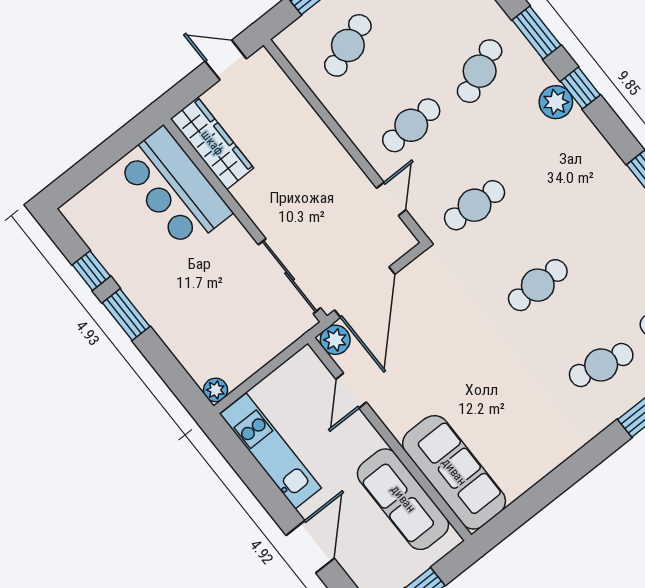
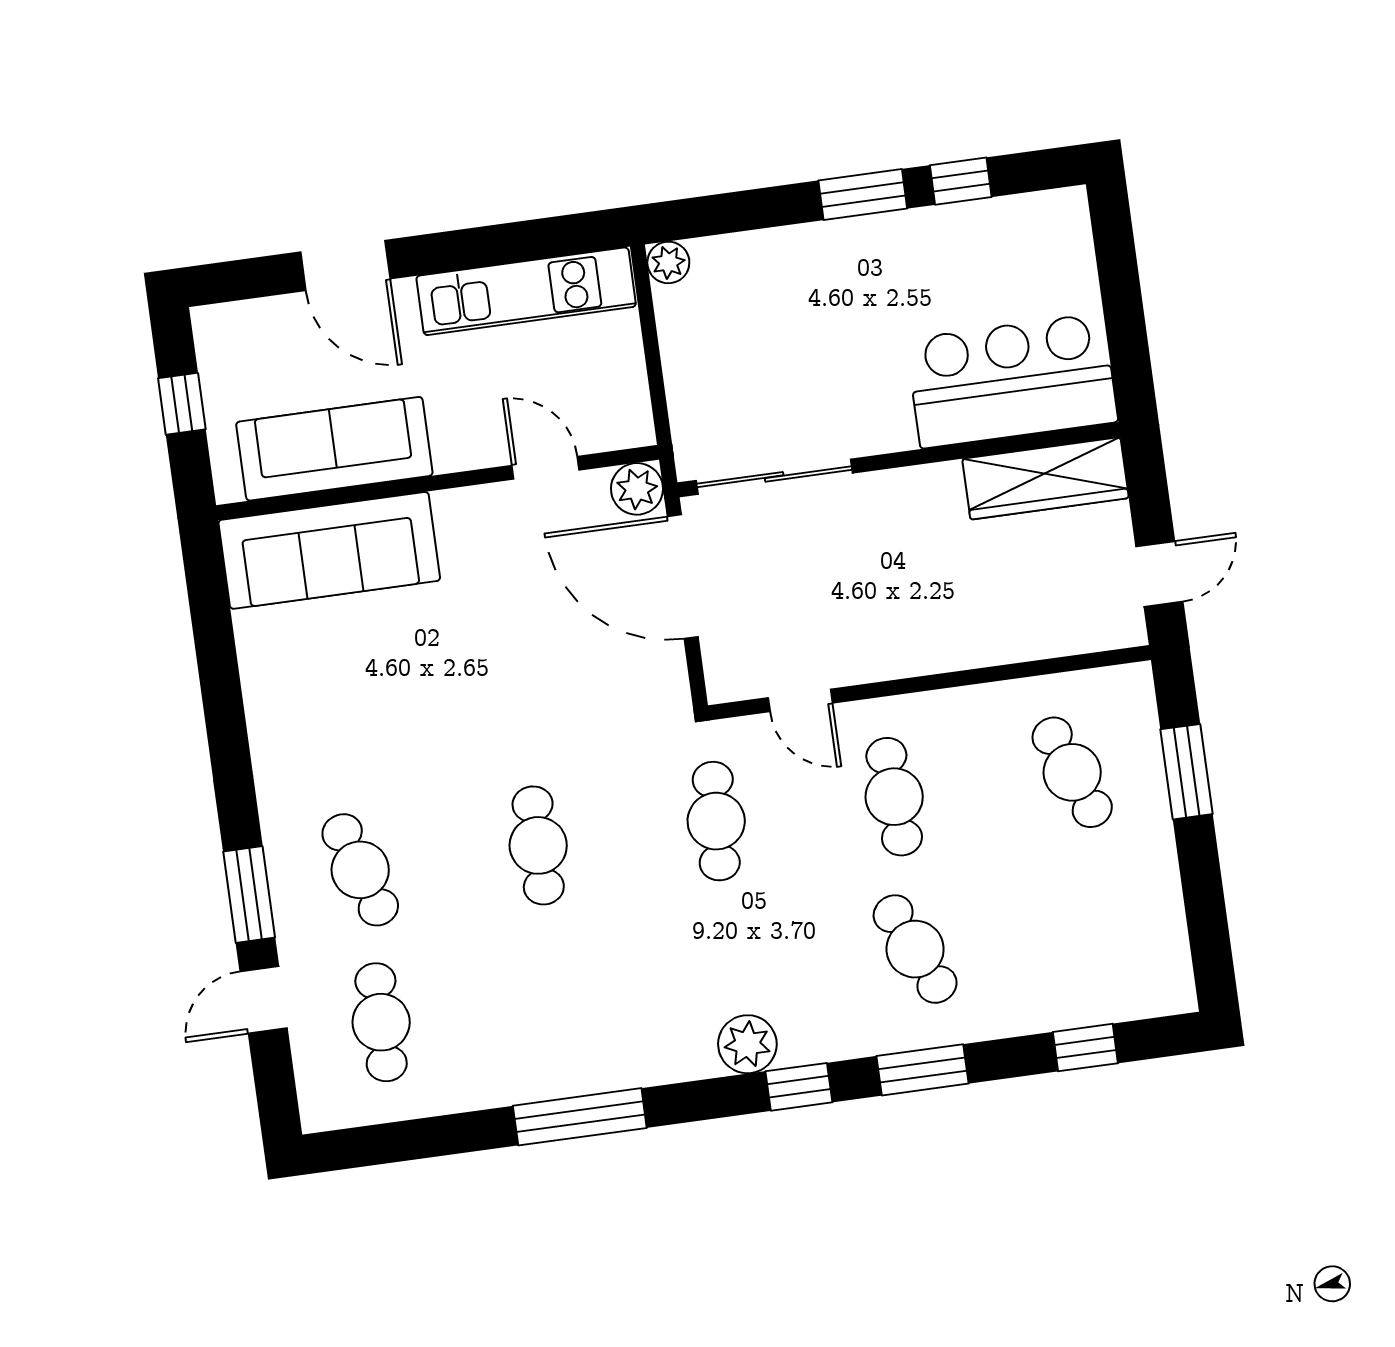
plant: (556, 102) -> (747, 1044), moved
cafe table: (601, 365) -> (360, 870), turned -30

